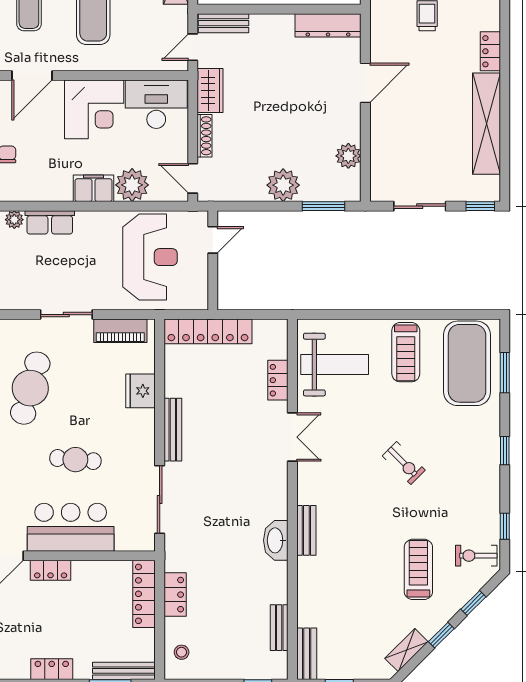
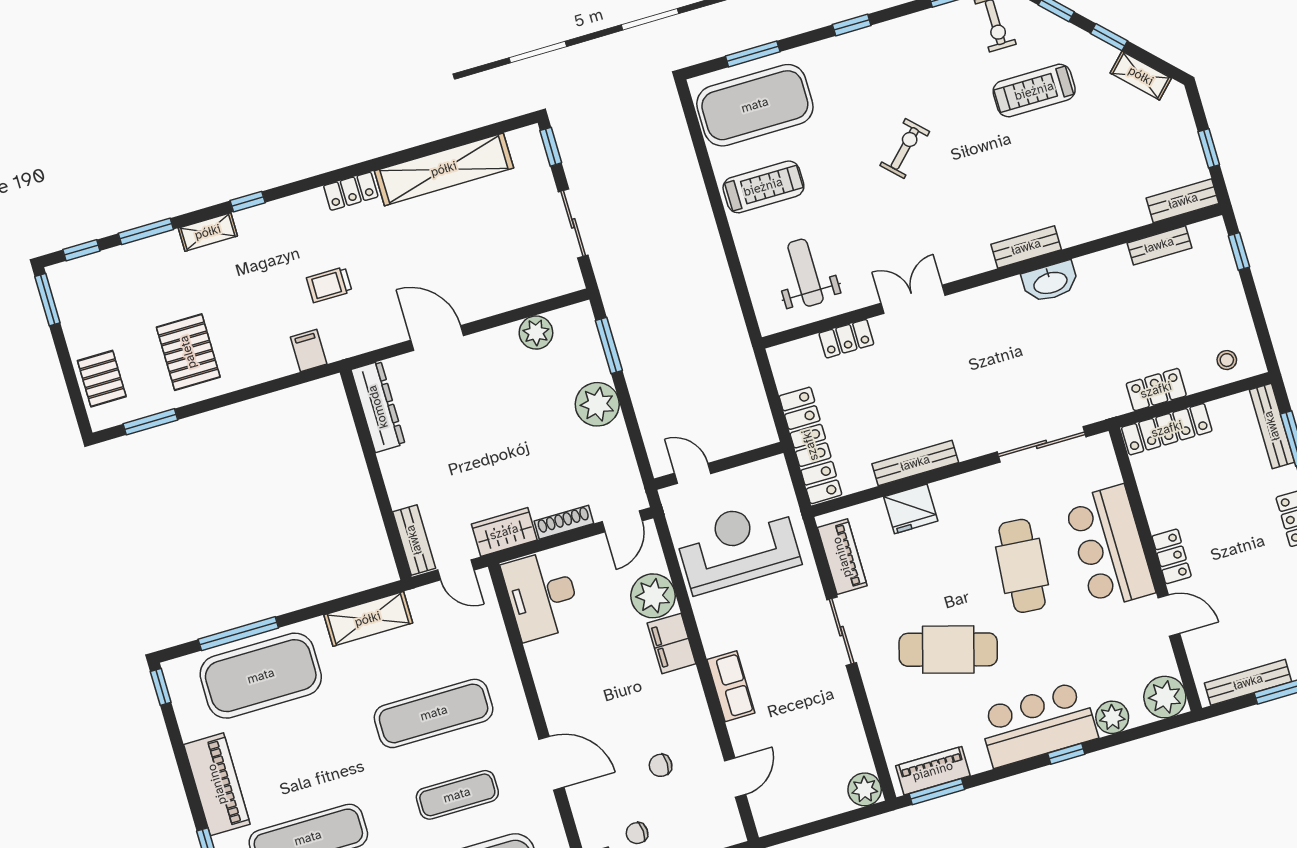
corner desk: (94, 109) -> (571, 672), removed
plant: (14, 220) -> (741, 732), removed
weight bench: (335, 365) -> (806, 273), width x0.73, depth x0.75
bench: (173, 430) -> (915, 463), moved
cafe table: (75, 460) -> (1022, 566), width x1.37, depth x1.35

